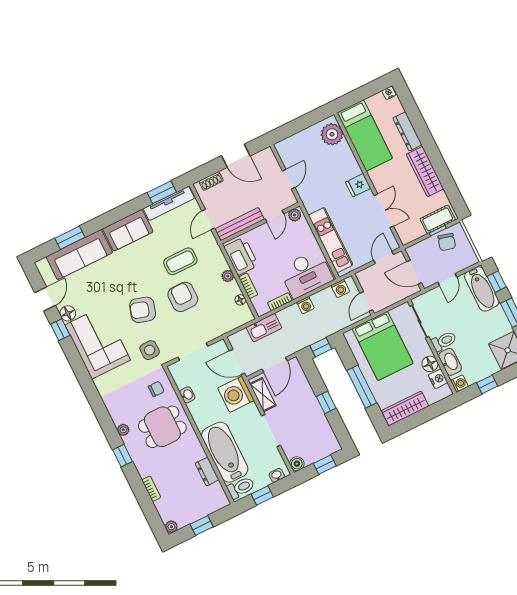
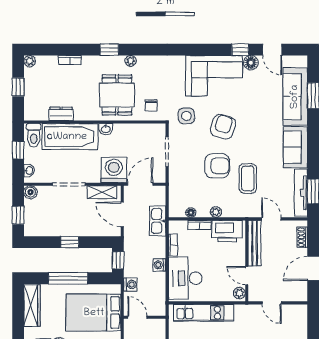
washing machine: (340, 289) -> (130, 285), moved, turned 180
washbasin: (187, 395) -> (106, 129), moved

